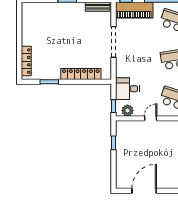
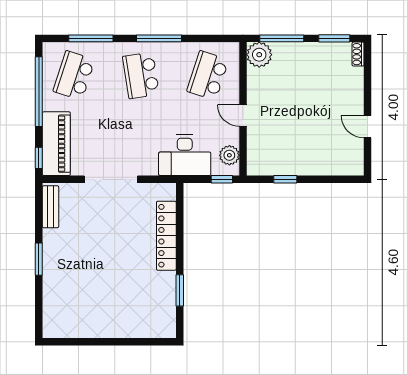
locker: (26, 61) -> (144, 330), removed
desk: (128, 89) -> (185, 155), width x1.37
door: (144, 191) -> (368, 127), width x0.53

